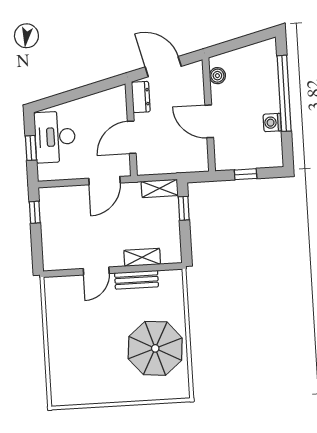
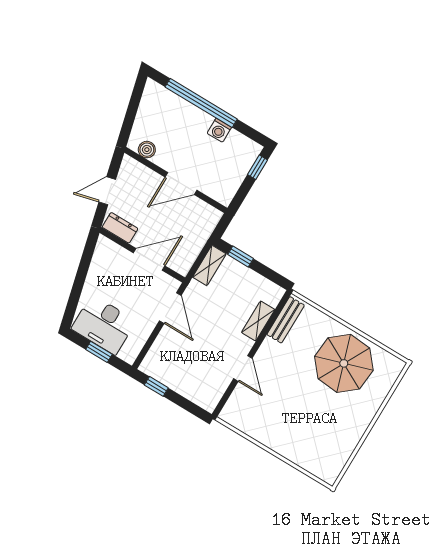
door: (163, 67) -> (107, 191), width x0.73
door: (132, 137) -> (149, 259), swing flipped
window: (246, 174) -> (258, 167), moved
bench: (136, 280) -> (286, 320), moved

